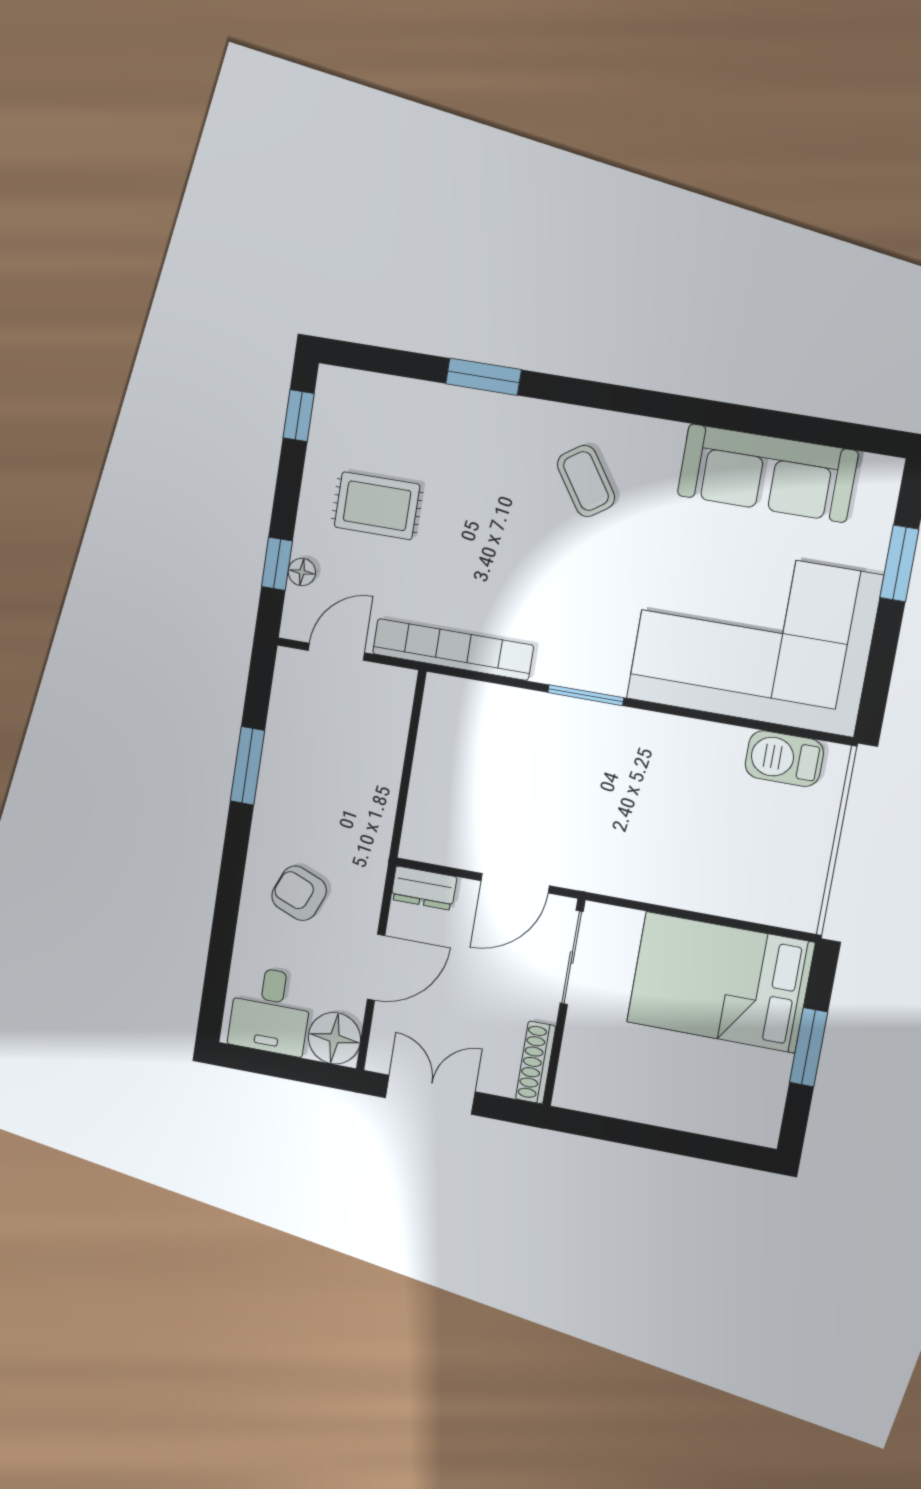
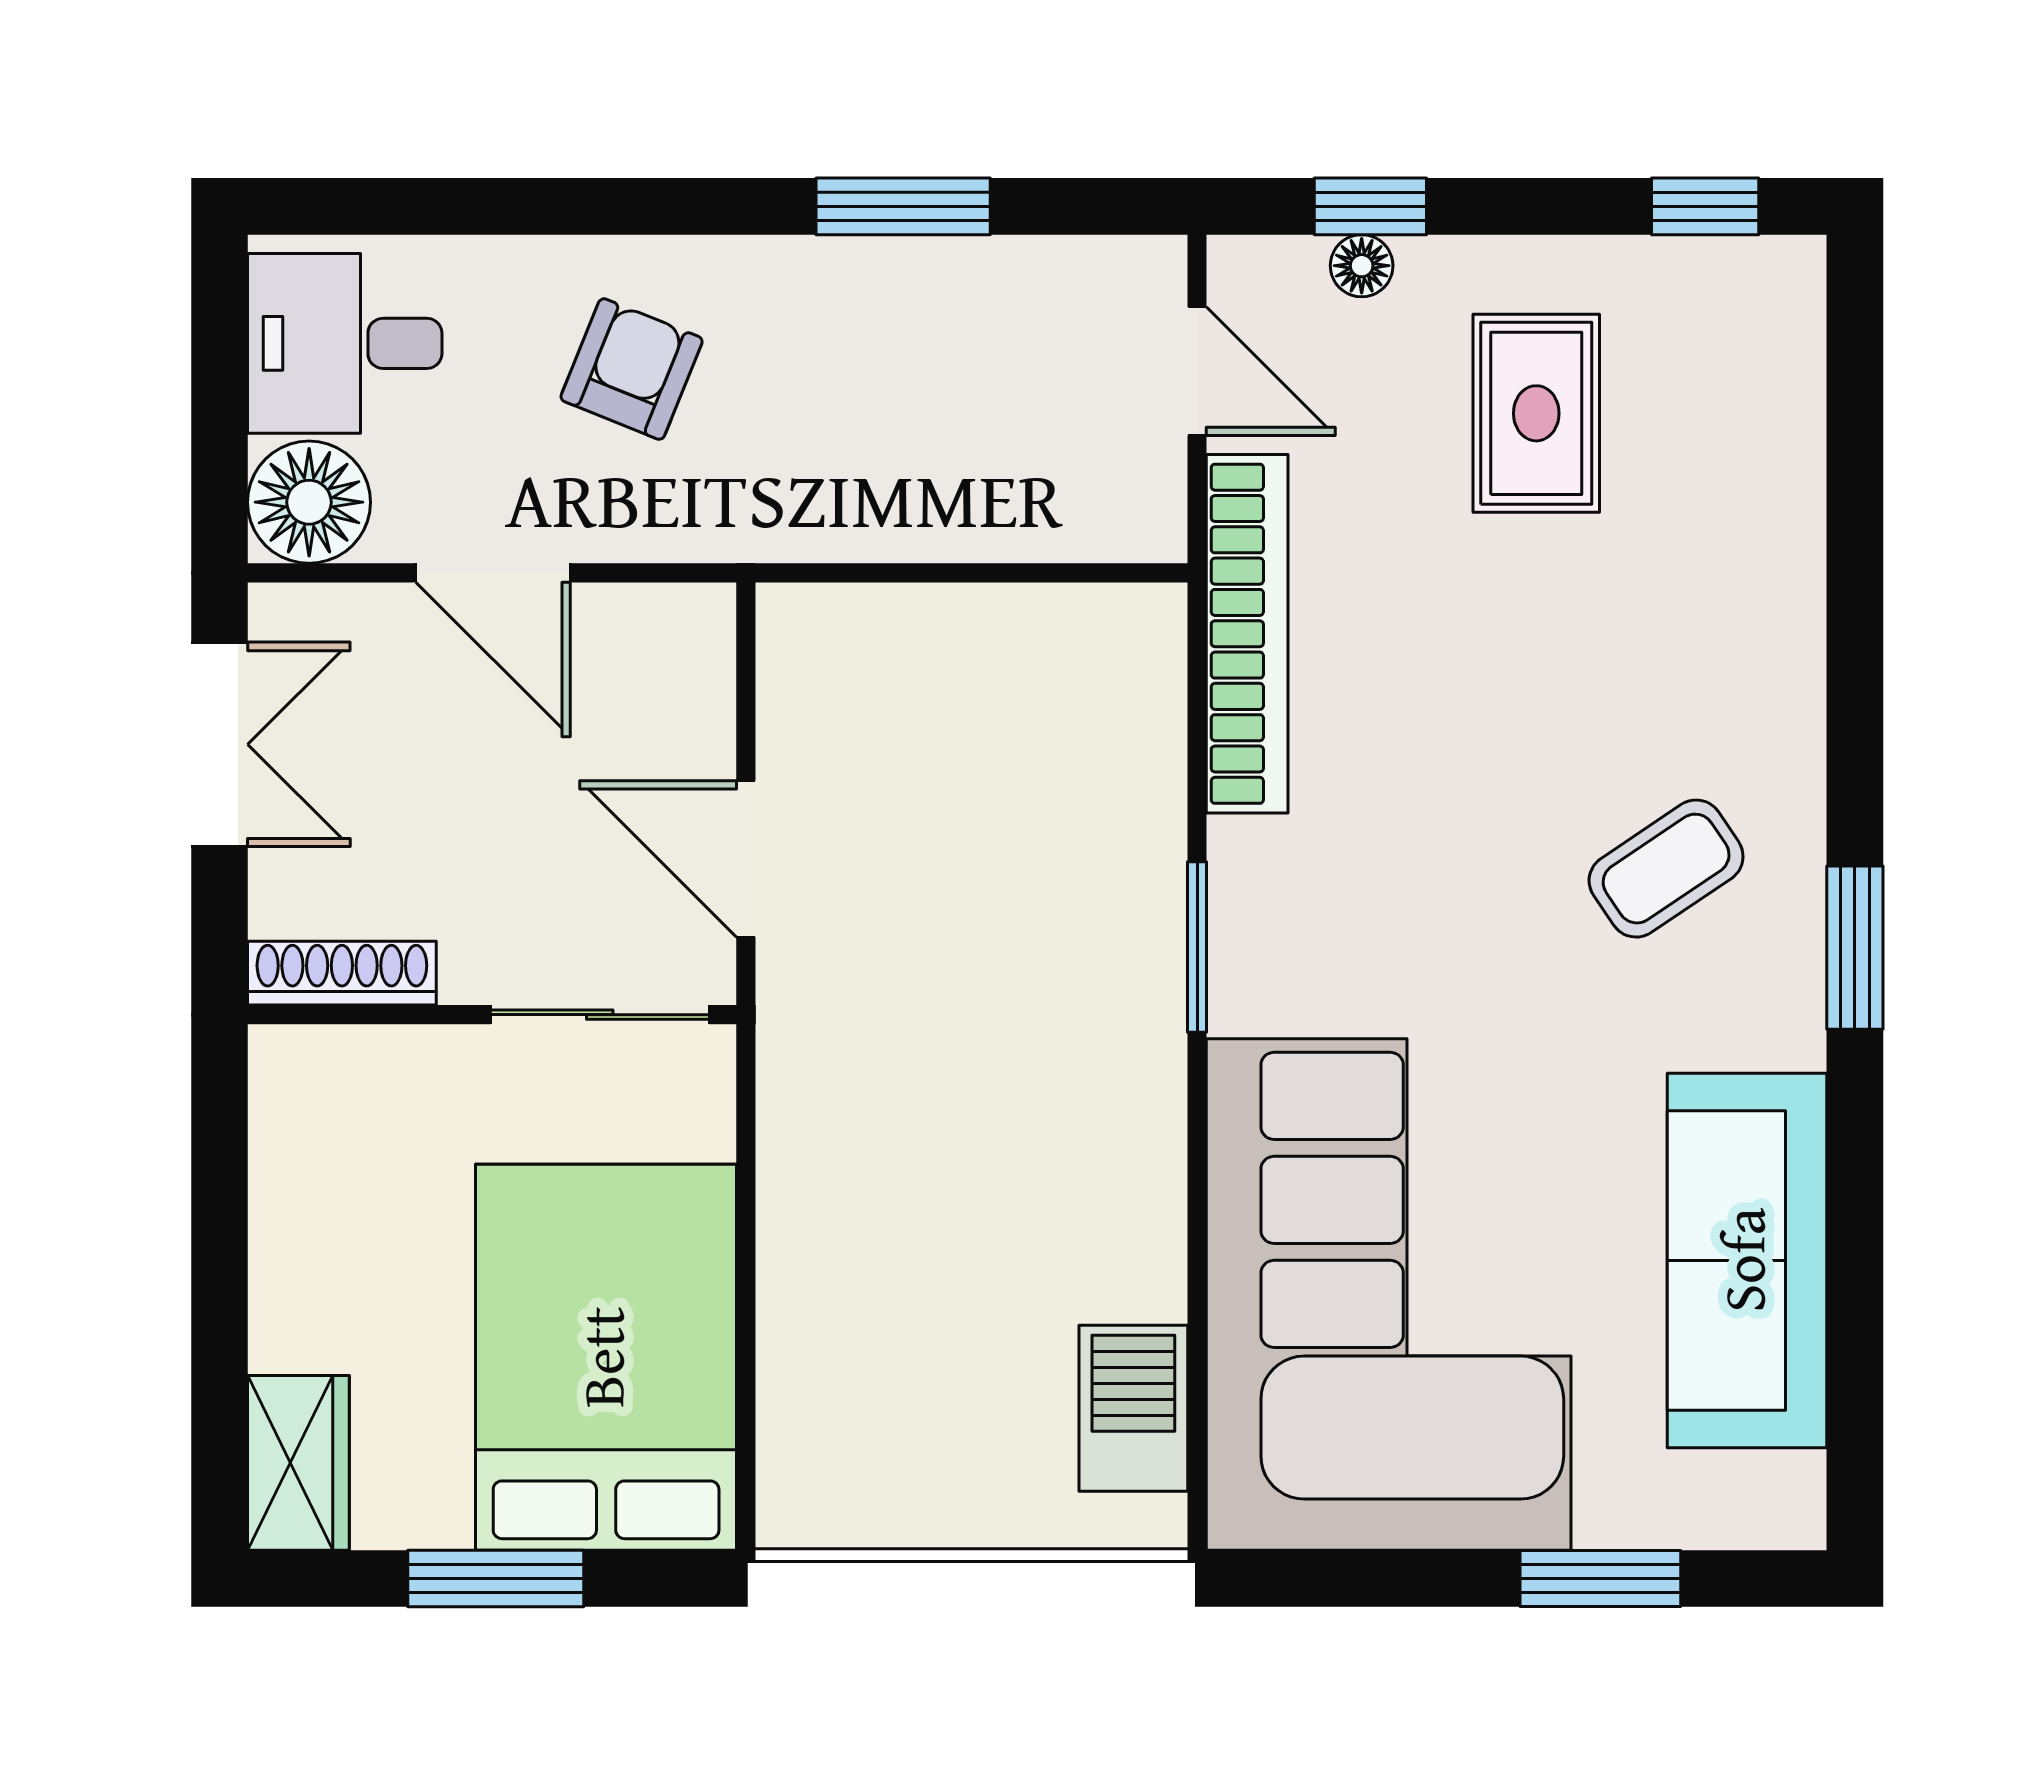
window: (483, 377) -> (1855, 948), moved
dresser: (424, 888) -> (696, 654), removed
wardrobe: (743, 1121) -> (298, 1463), added

